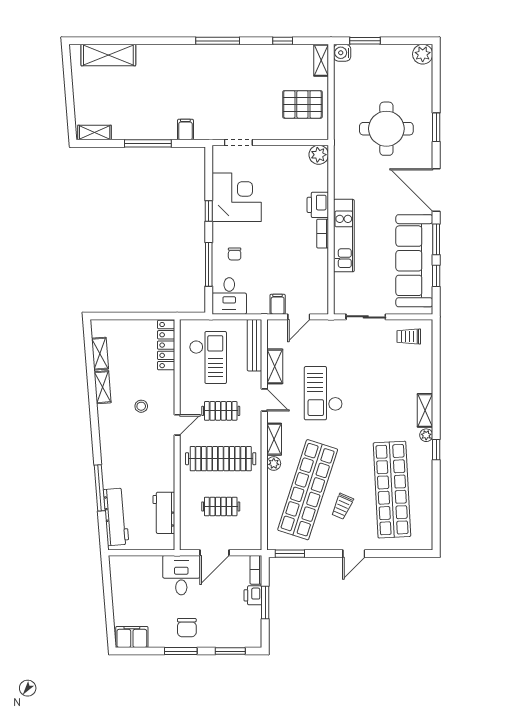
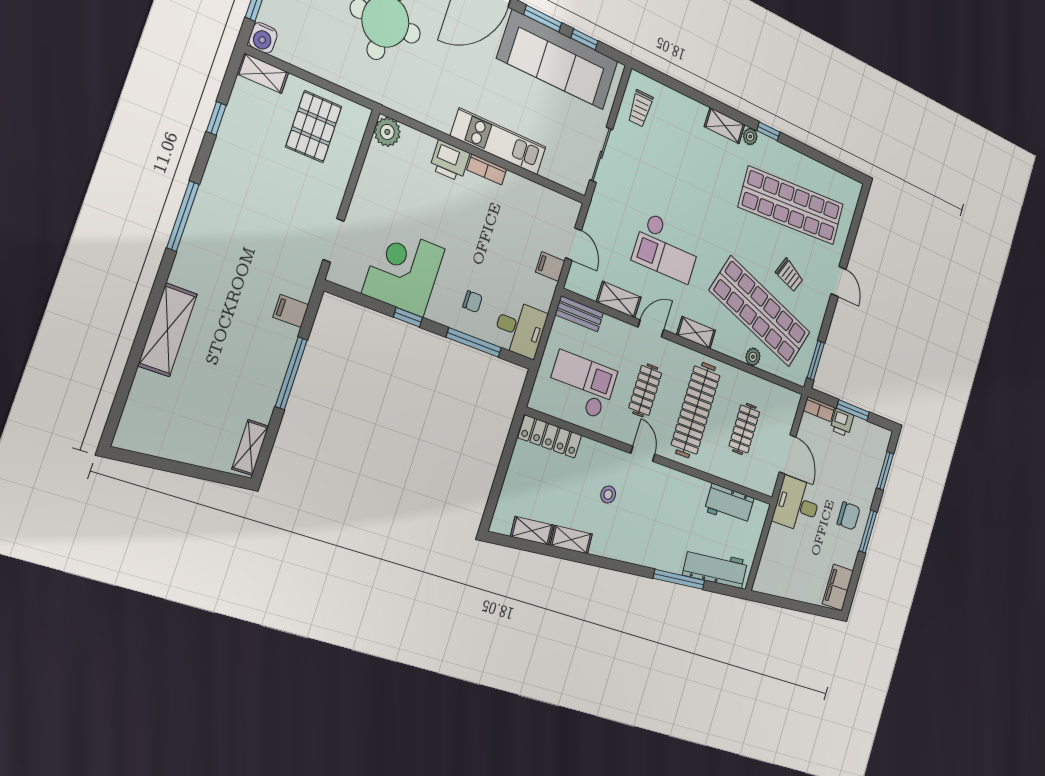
shelving: (108, 55) -> (168, 330), moved
bench: (255, 345) -> (579, 314), width x0.73
plant: (274, 463) -> (753, 357), moved

